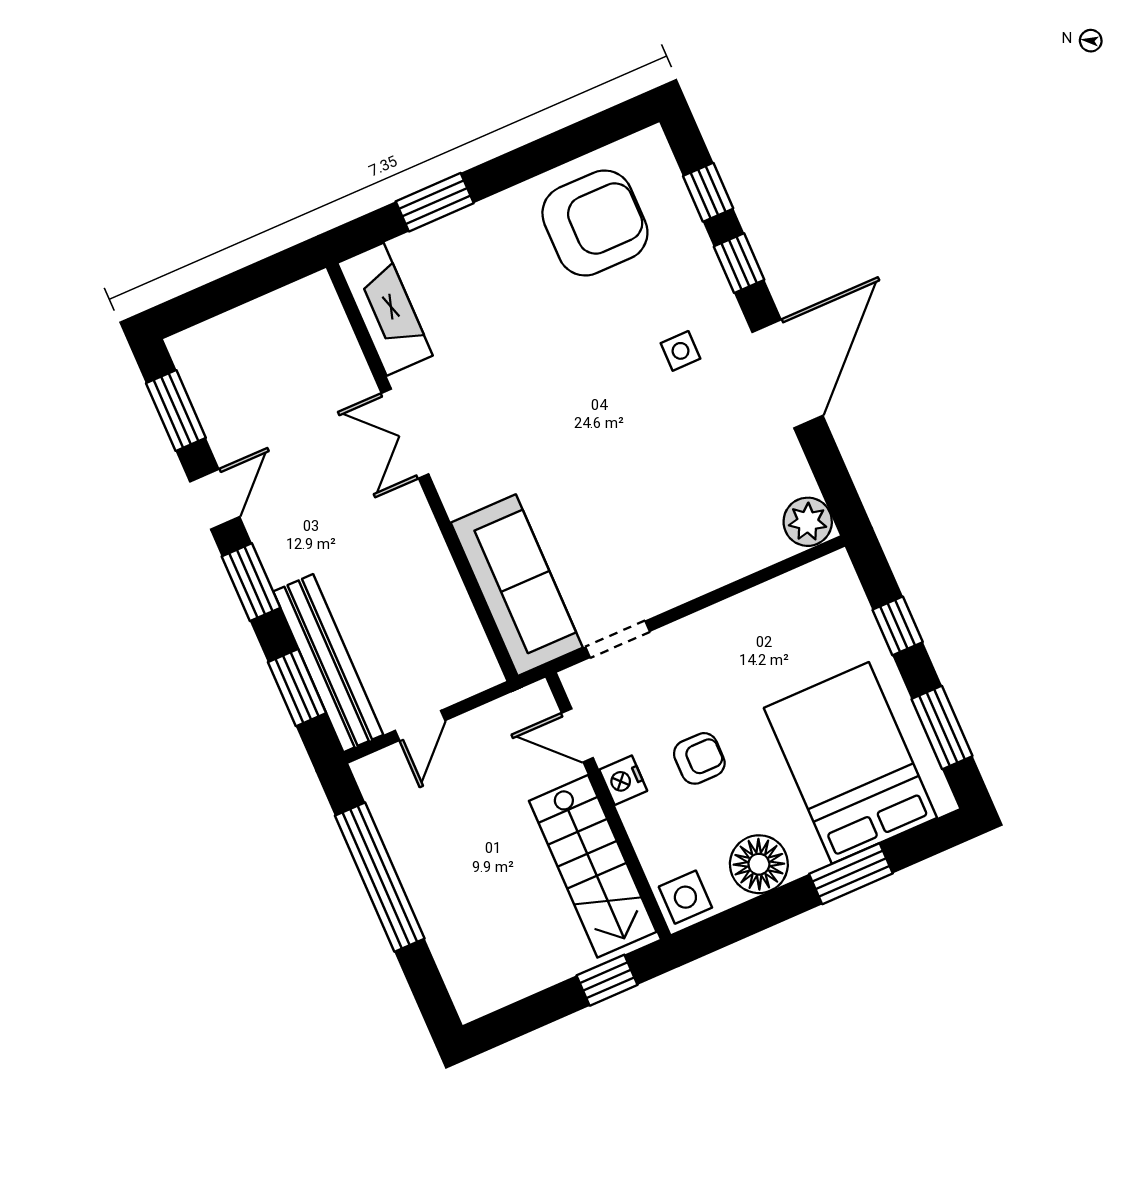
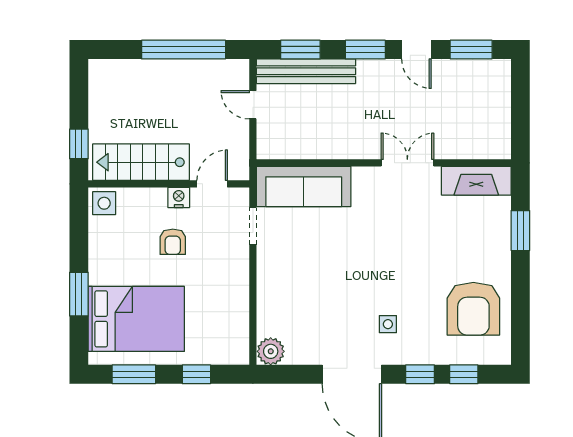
floor lamp: (759, 864) -> (105, 249), removed

